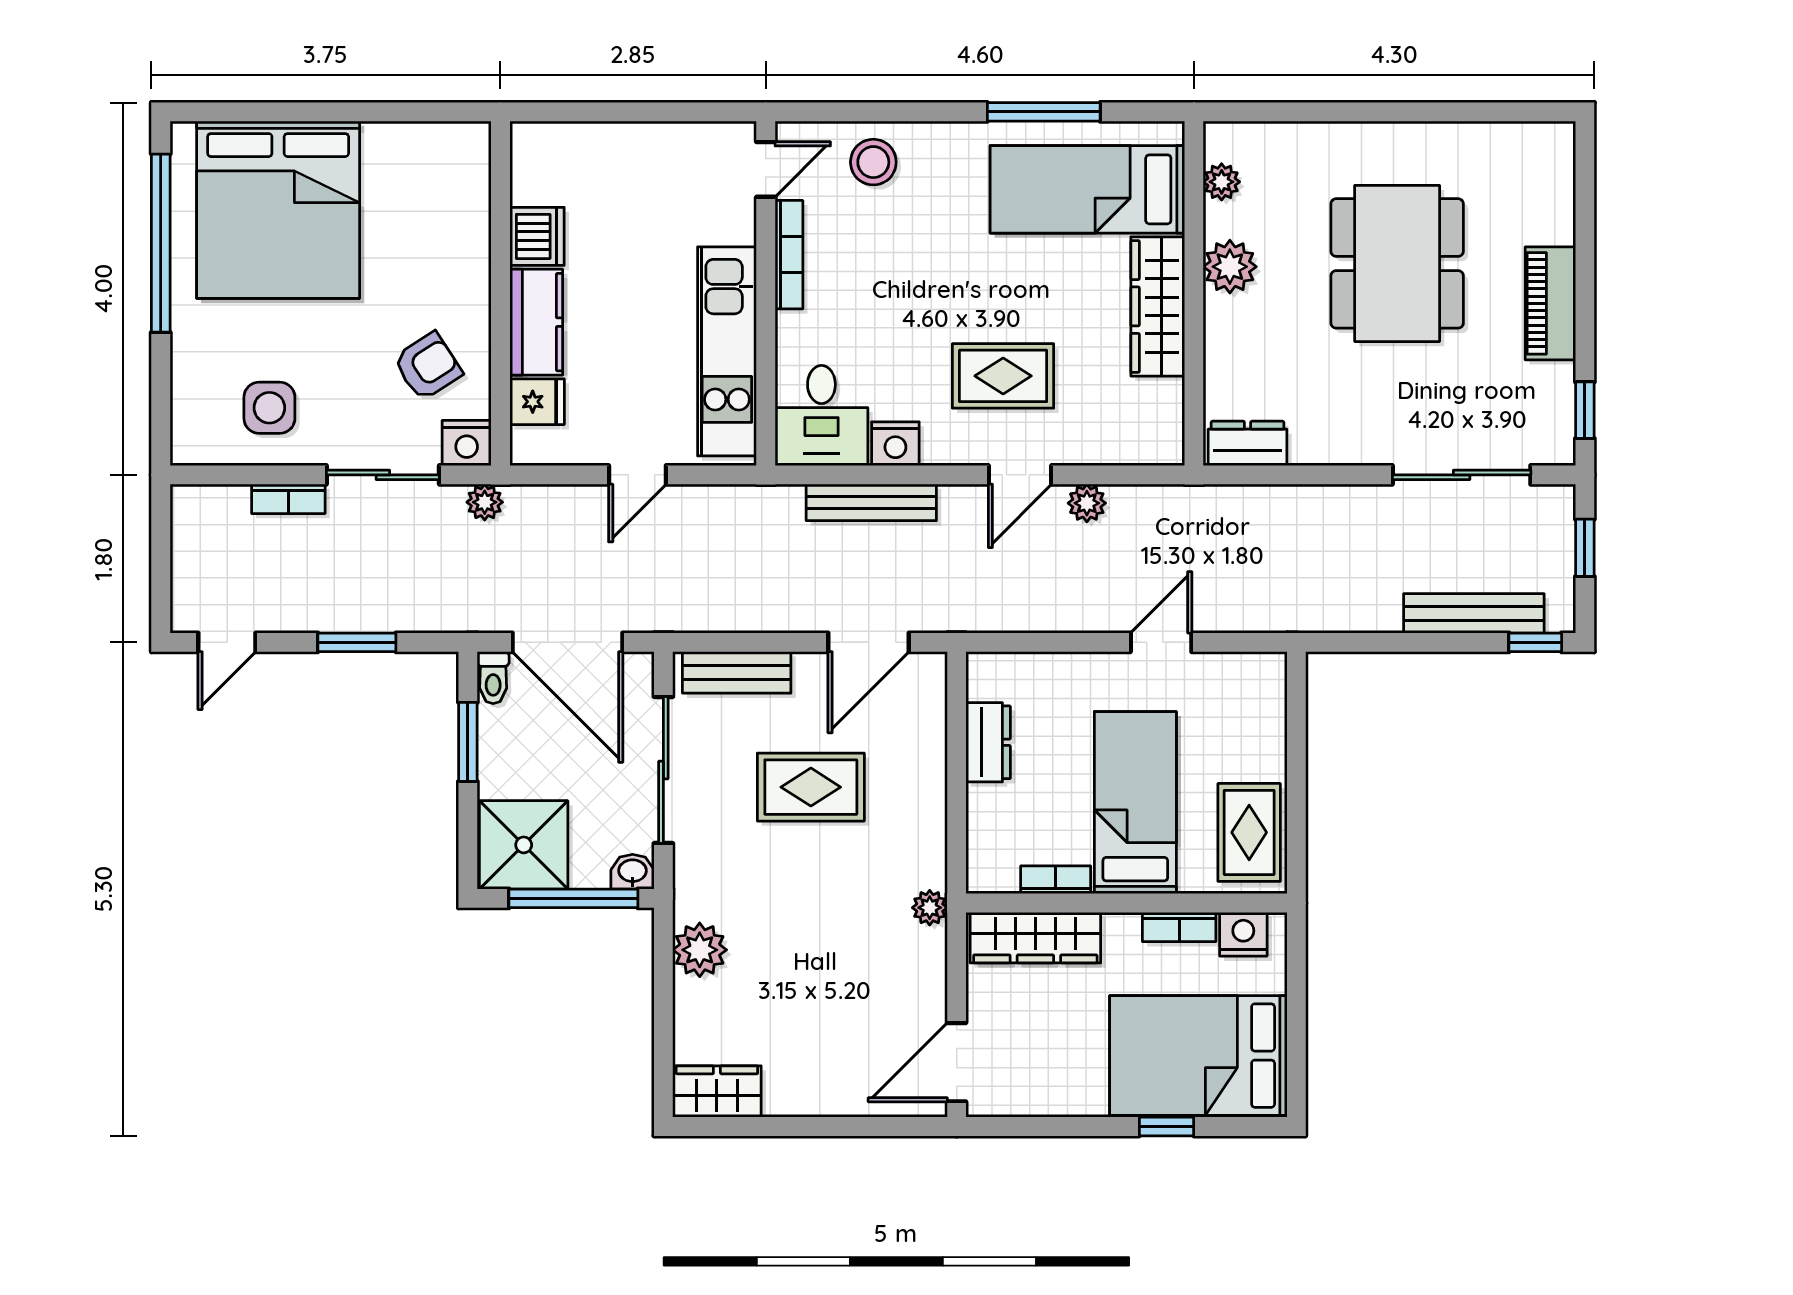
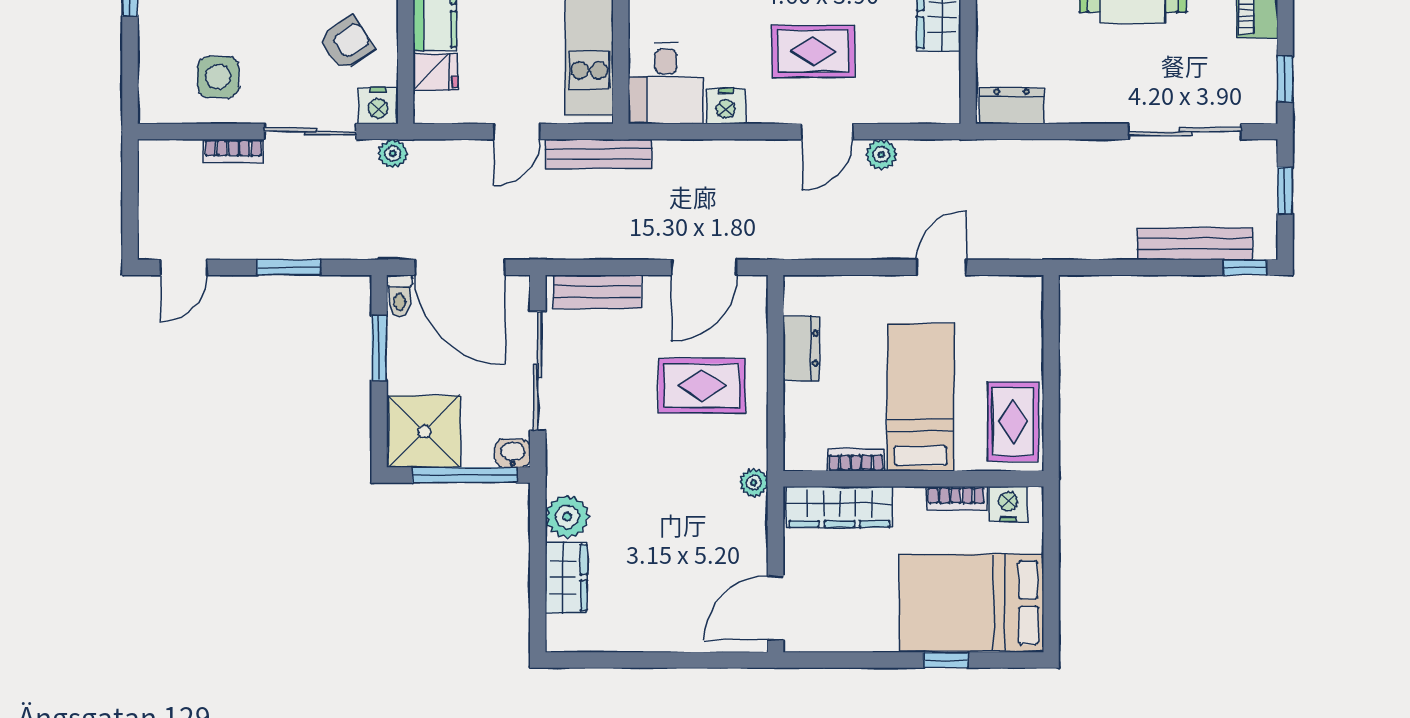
bench: (871, 502) -> (599, 154), moved
rug: (811, 787) -> (702, 386), moved
wardrobe: (717, 1091) -> (566, 578), moved, turned 90

